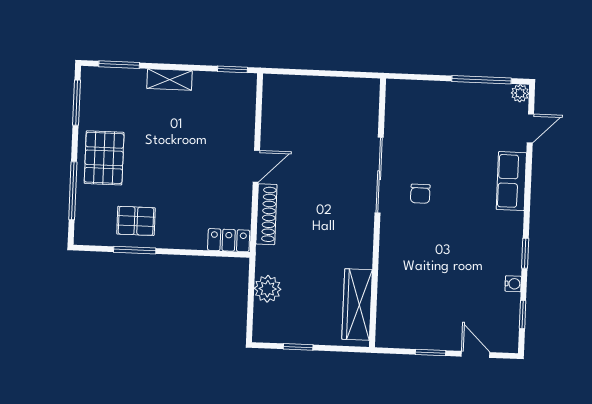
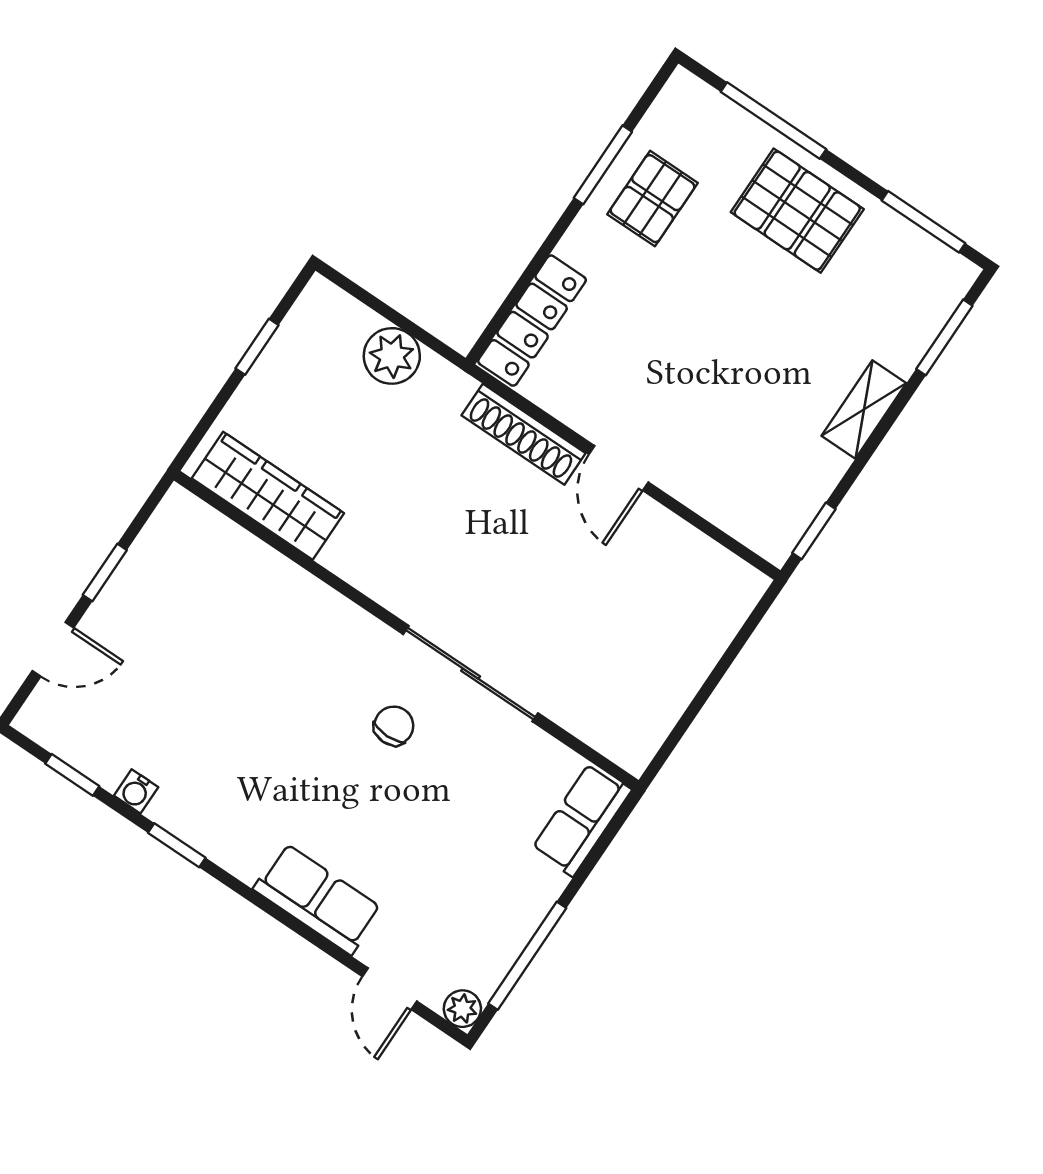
row of seats: (411, 92) -> (582, 819), added
chair: (420, 194) -> (394, 726), turned 90
locker: (229, 240) -> (532, 321), width x1.53

